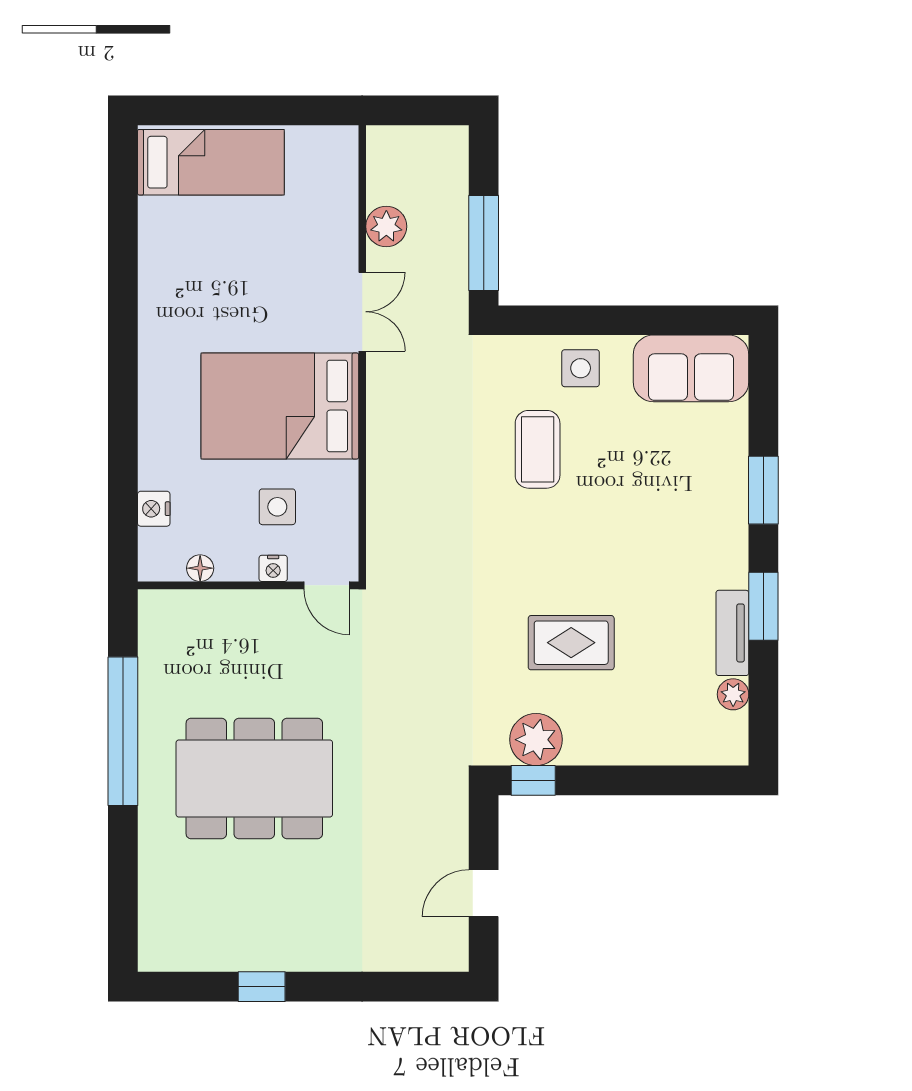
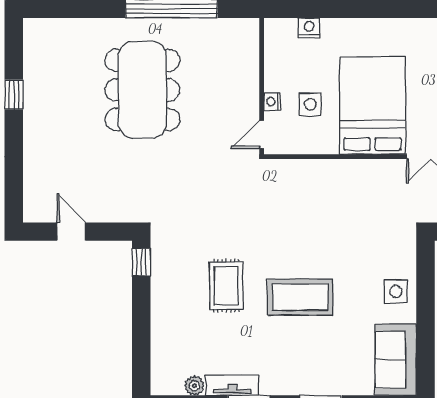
coffee table: (538, 449) -> (300, 297), moved, width x1.36, depth x1.32
floor lamp: (200, 568) -> (272, 56), removed
plant: (536, 740) -> (166, 264), removed

